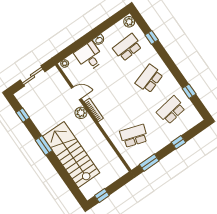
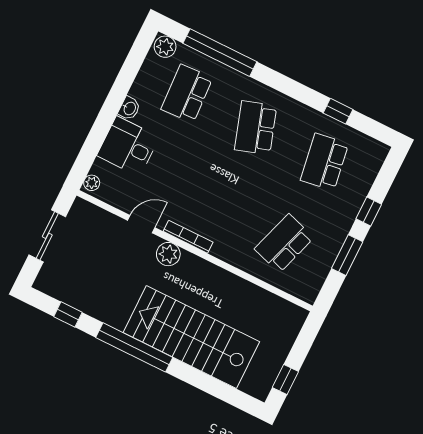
window: (152, 37) -> (220, 53), width x3.17
window: (44, 145) -> (134, 347), width x2.11
window: (149, 163) -> (347, 255), moved

